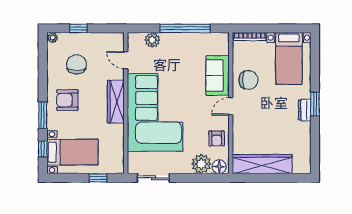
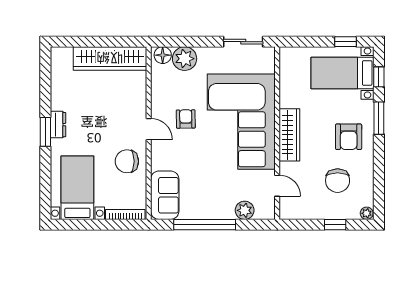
sofa: (218, 76) -> (165, 195), moved
armchair: (67, 100) -> (349, 137), turned 90
door: (231, 106) -> (149, 129), hinge flipped
armchair: (217, 138) -> (186, 119), moved
window: (98, 178) -> (345, 42), moved

